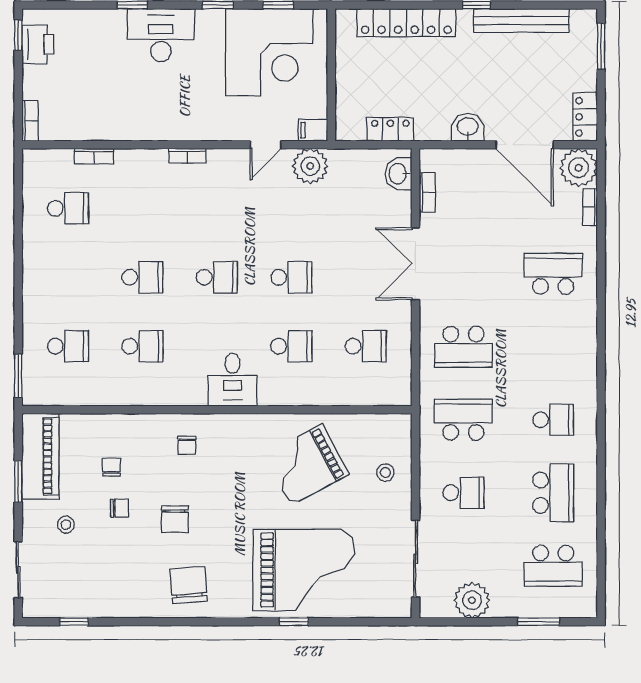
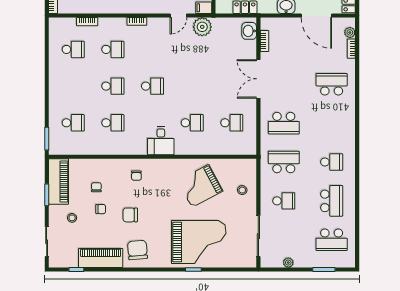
plant: (579, 168) -> (350, 32), width x0.53, depth x0.53
school desk: (291, 277) -> (113, 49), moved
chair: (175, 519) -> (130, 215), turned 90
piano: (119, 600) -> (101, 258), added
plant: (472, 600) -> (288, 263), width x0.53, depth x0.53

